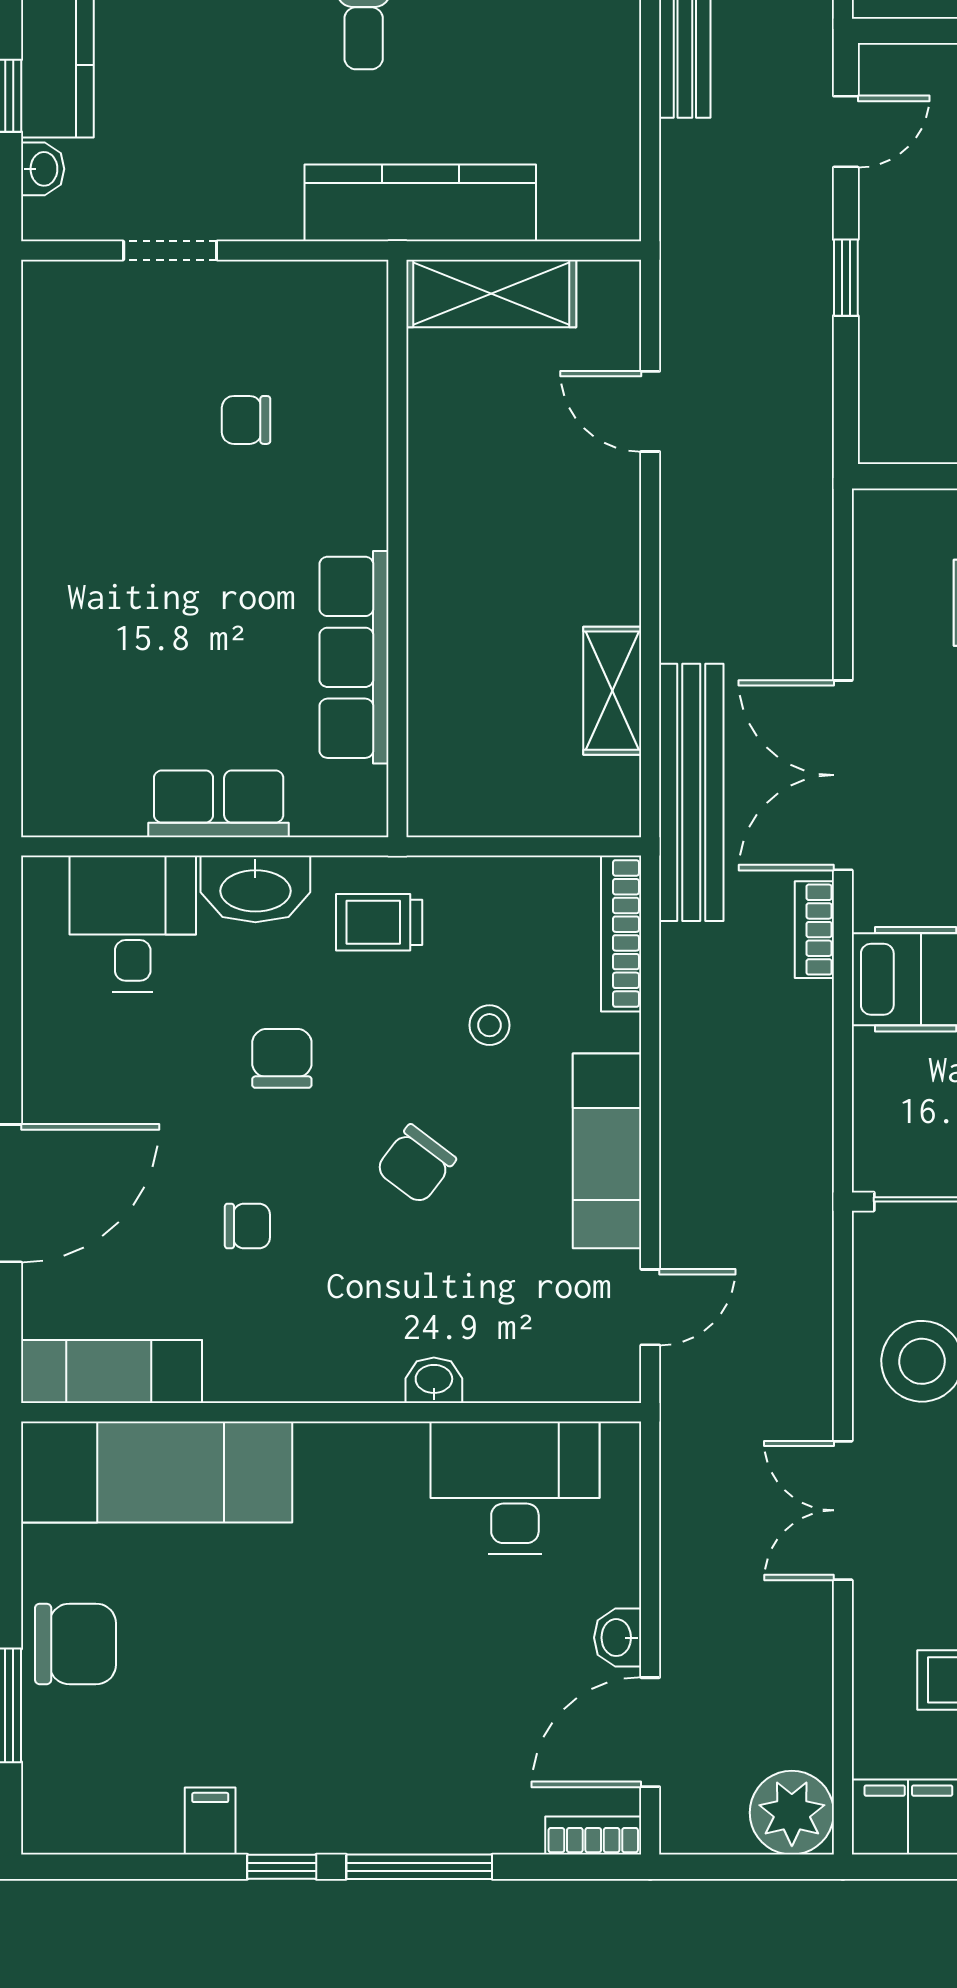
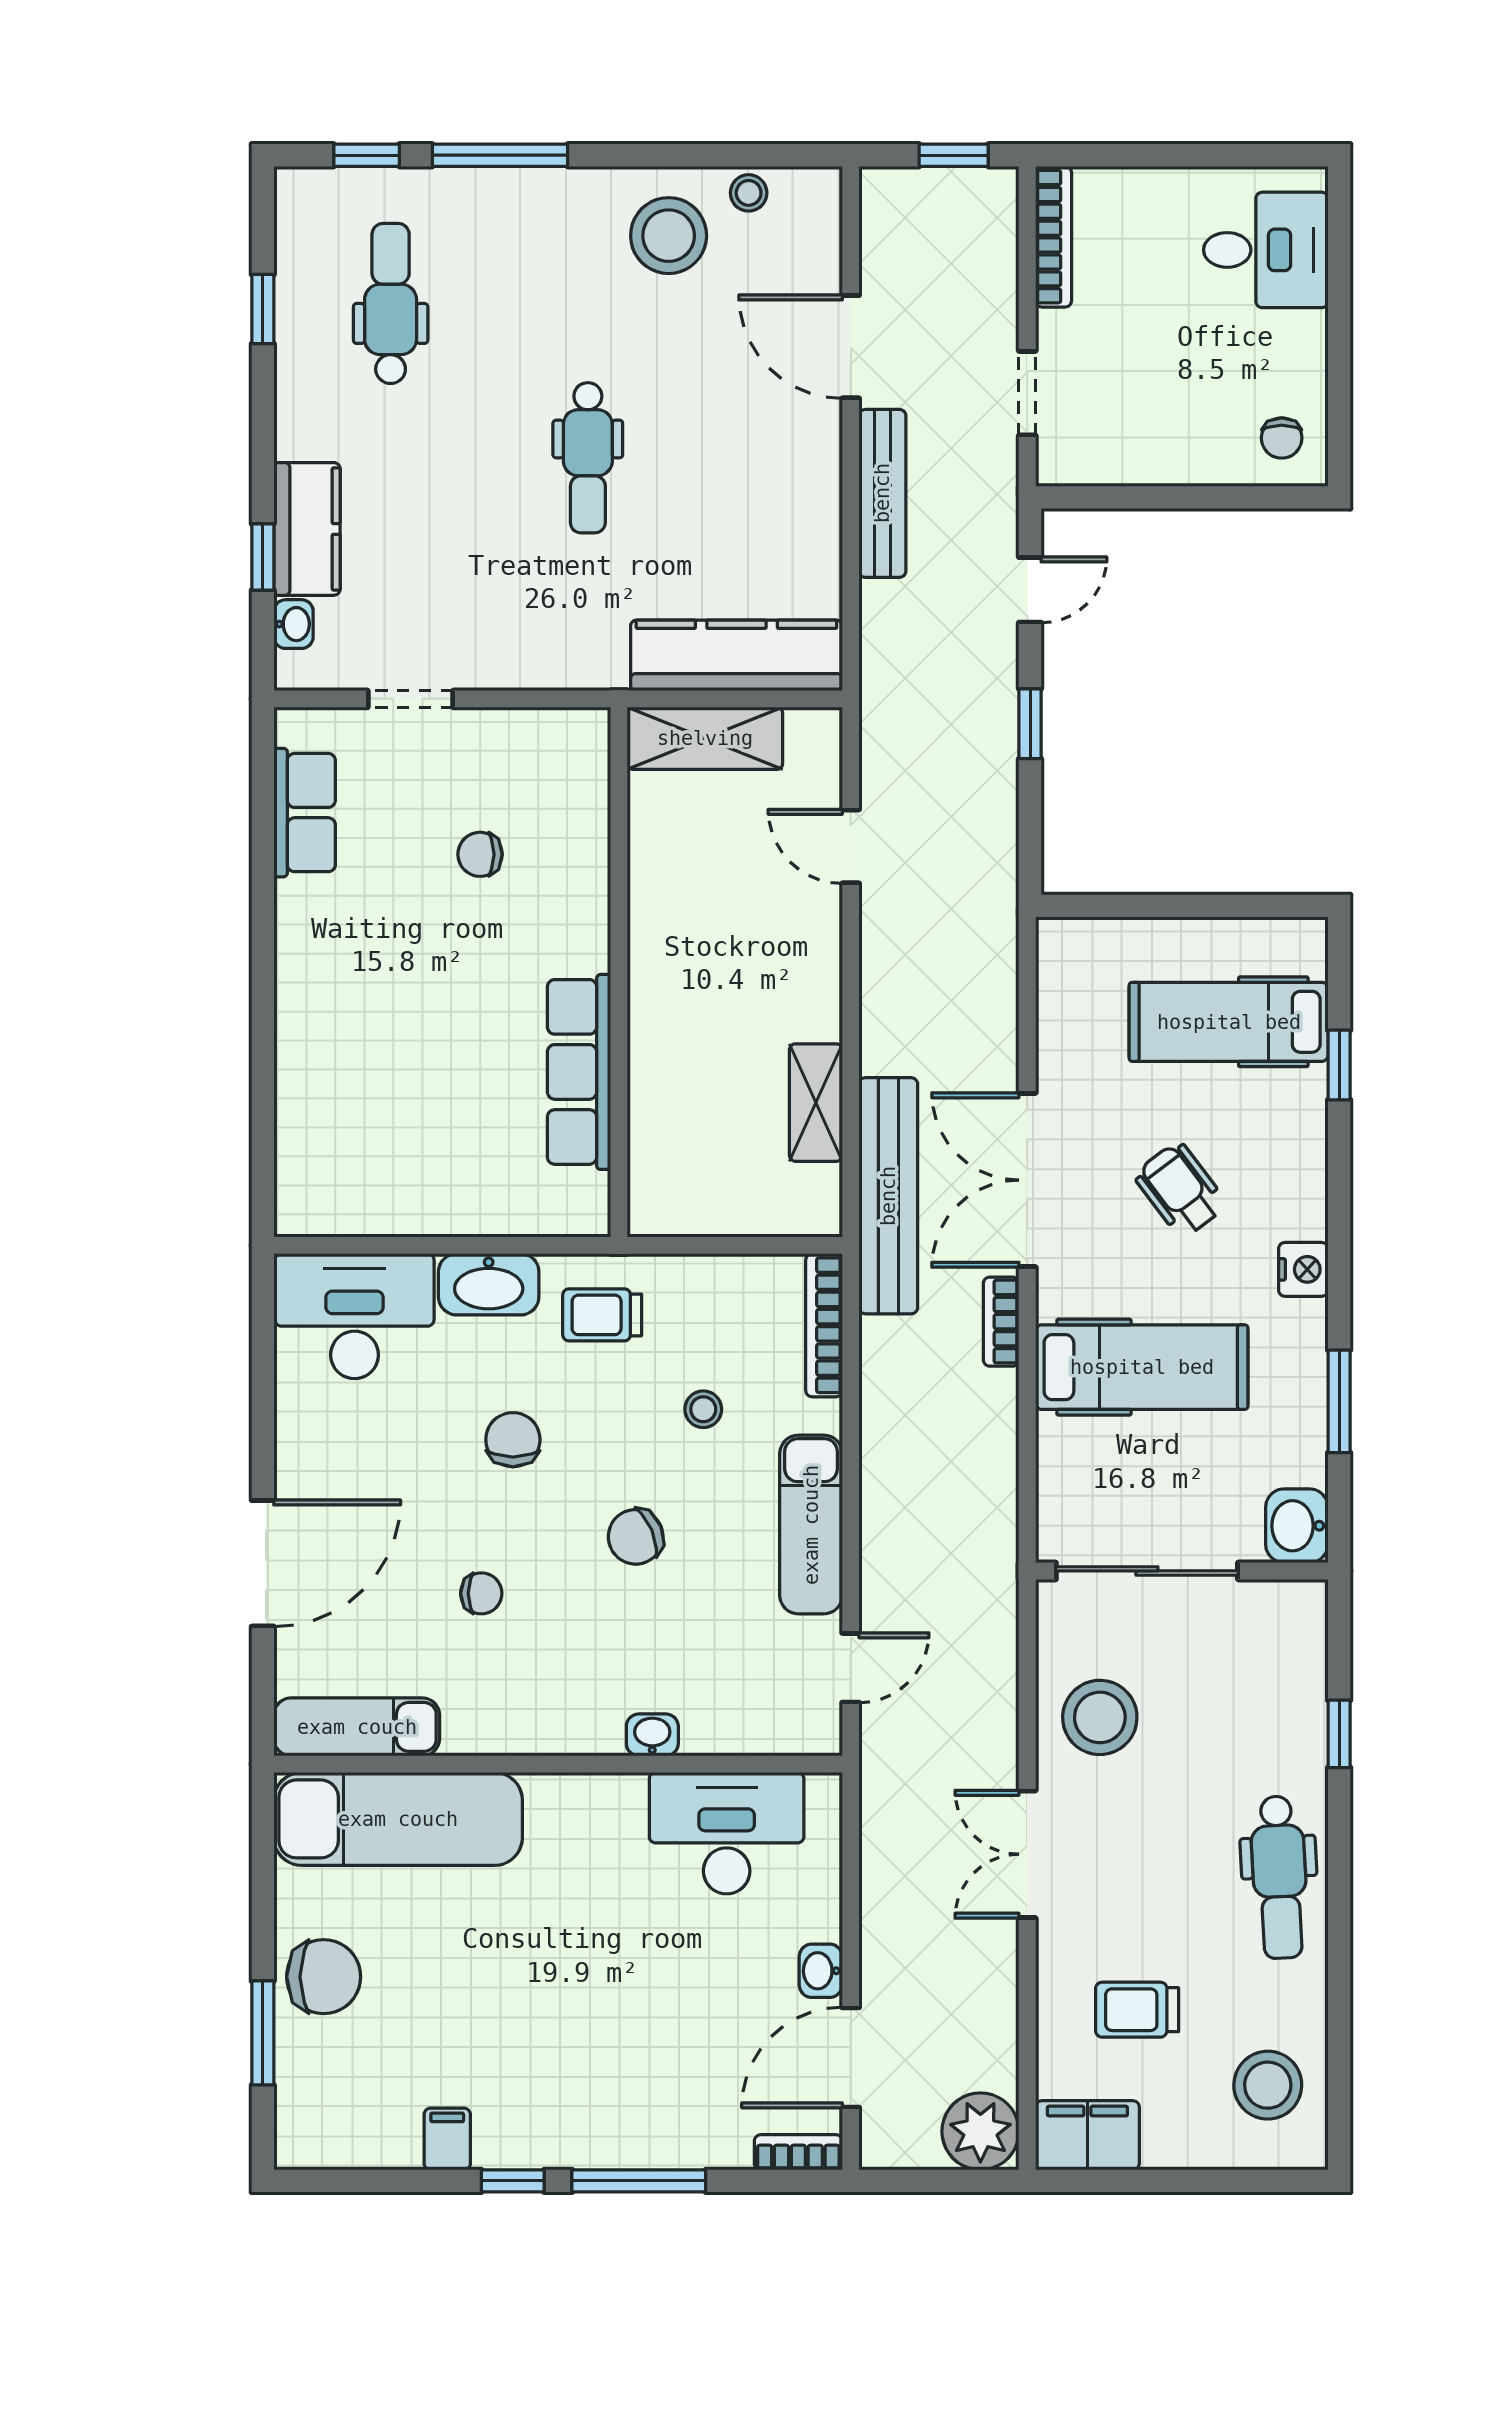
kitchen counter: (420, 203) -> (736, 655), moved
row of seats: (219, 804) -> (305, 813), moved, turned 90
desk: (133, 924) -> (355, 1316), width x1.37
chair: (416, 1164) -> (636, 1537), turned 30

